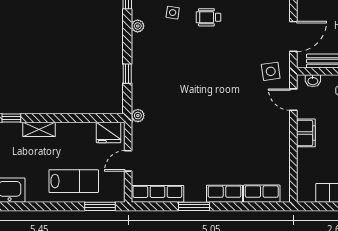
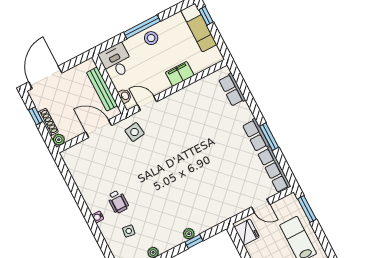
door: (293, 100) -> (147, 103), swing flipped
plant: (138, 116) -> (189, 234), moved
filing cabinet: (306, 133) -> (180, 74), moved
row of seats: (224, 194) -> (256, 135), moved

